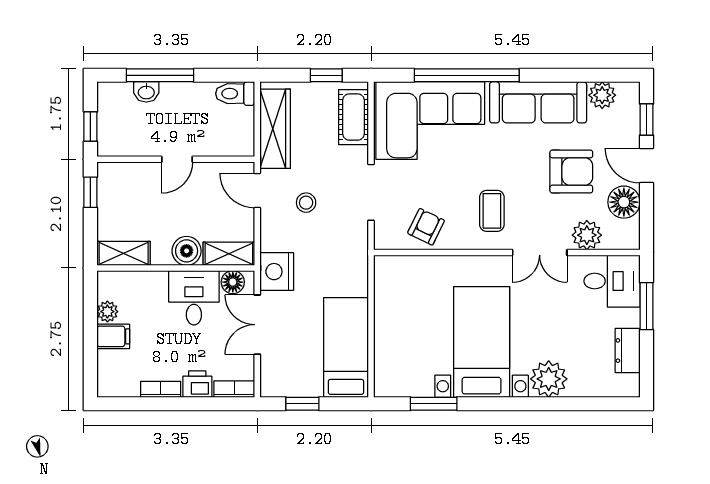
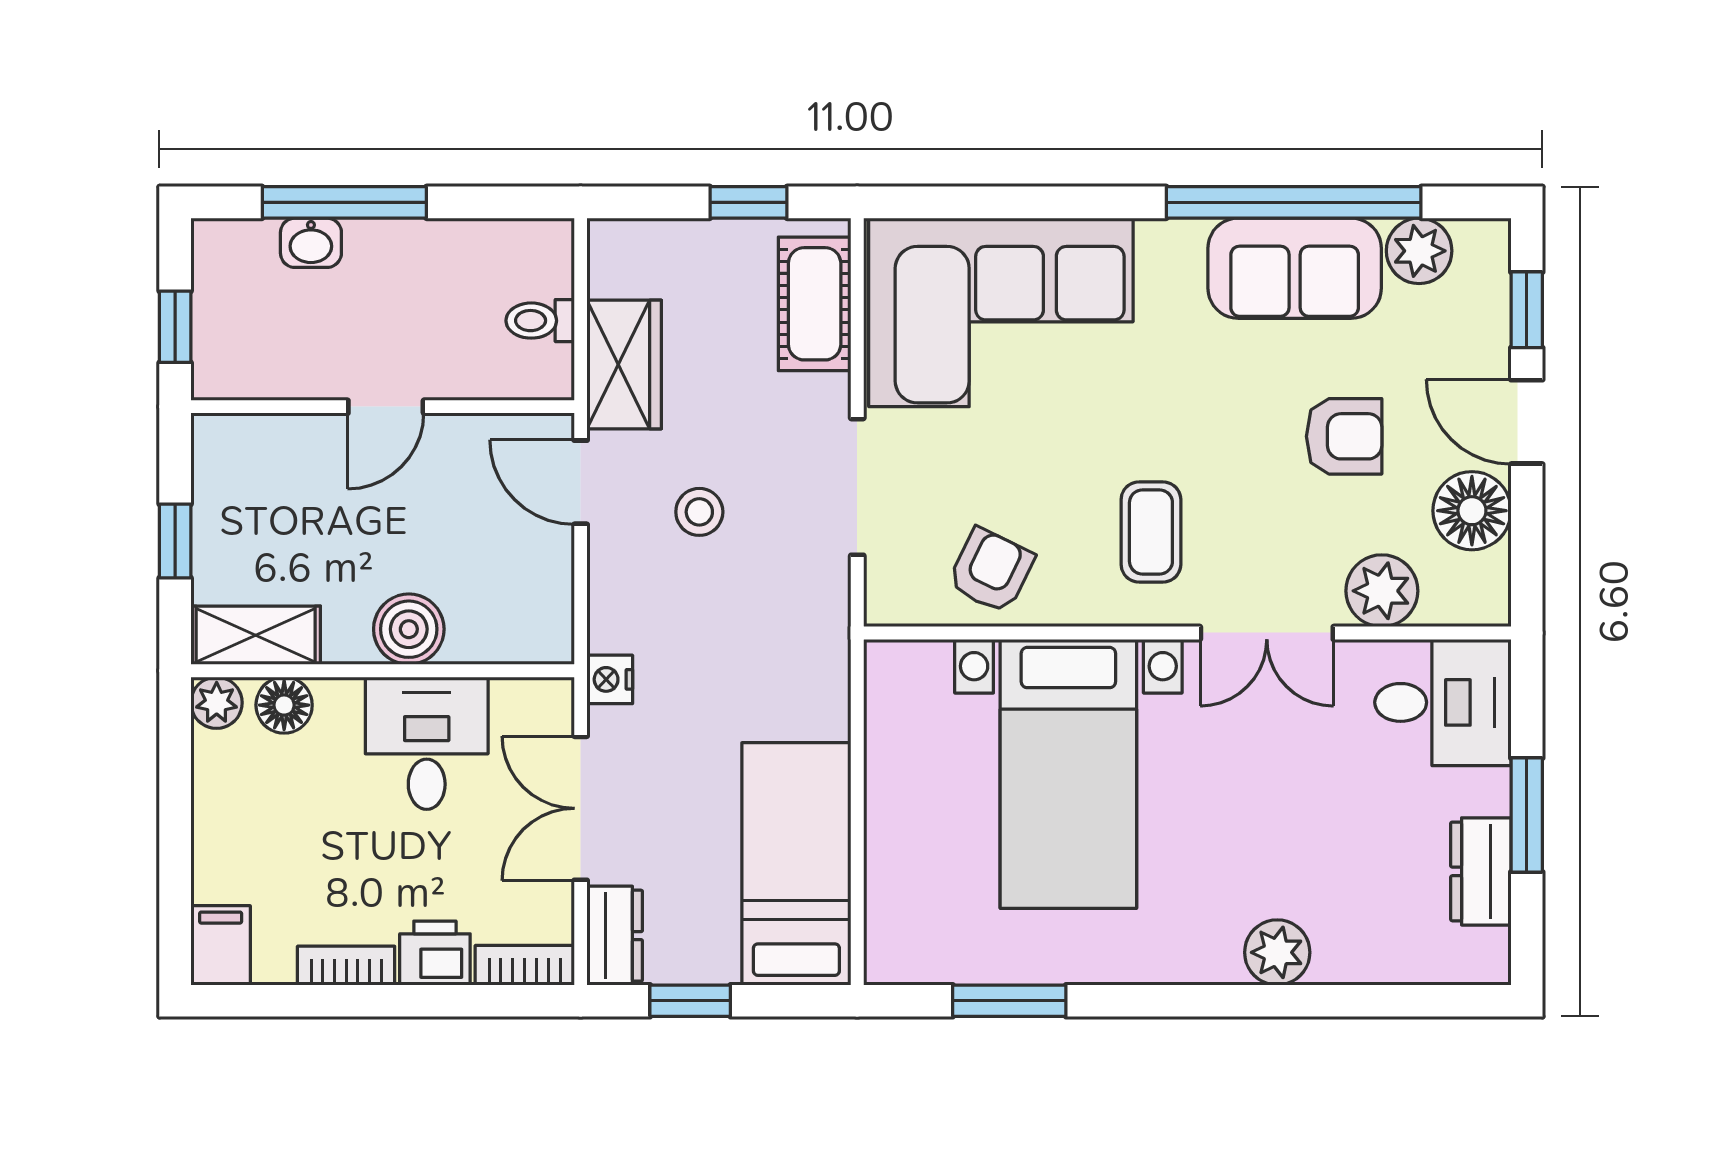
window: (467, 75) -> (1294, 202), moved
toilet: (235, 94) -> (540, 321), moved, width x0.73, depth x0.72
sofa: (538, 102) -> (1295, 268), width x0.73
wardrobe: (275, 129) -> (624, 365), width x0.67
armchair: (571, 172) -> (1344, 436), width x0.72, depth x0.72
window: (90, 192) -> (175, 541), moved
shelving: (229, 254) -> (512, 636), removed
nightstand: (277, 272) -> (610, 679), width x0.53, depth x0.56
floor lamp: (233, 282) -> (284, 705), moved
window: (646, 306) -> (1527, 815), moved
plant: (107, 312) -> (217, 703), moved
filing cabinet: (113, 336) -> (221, 945), moved, turned -90
bed with nightstands: (482, 342) -> (1068, 774), moved, turned 180
dresser: (271, 377) -> (615, 936), added
plant: (549, 379) -> (1277, 952), width x0.73, depth x0.73

